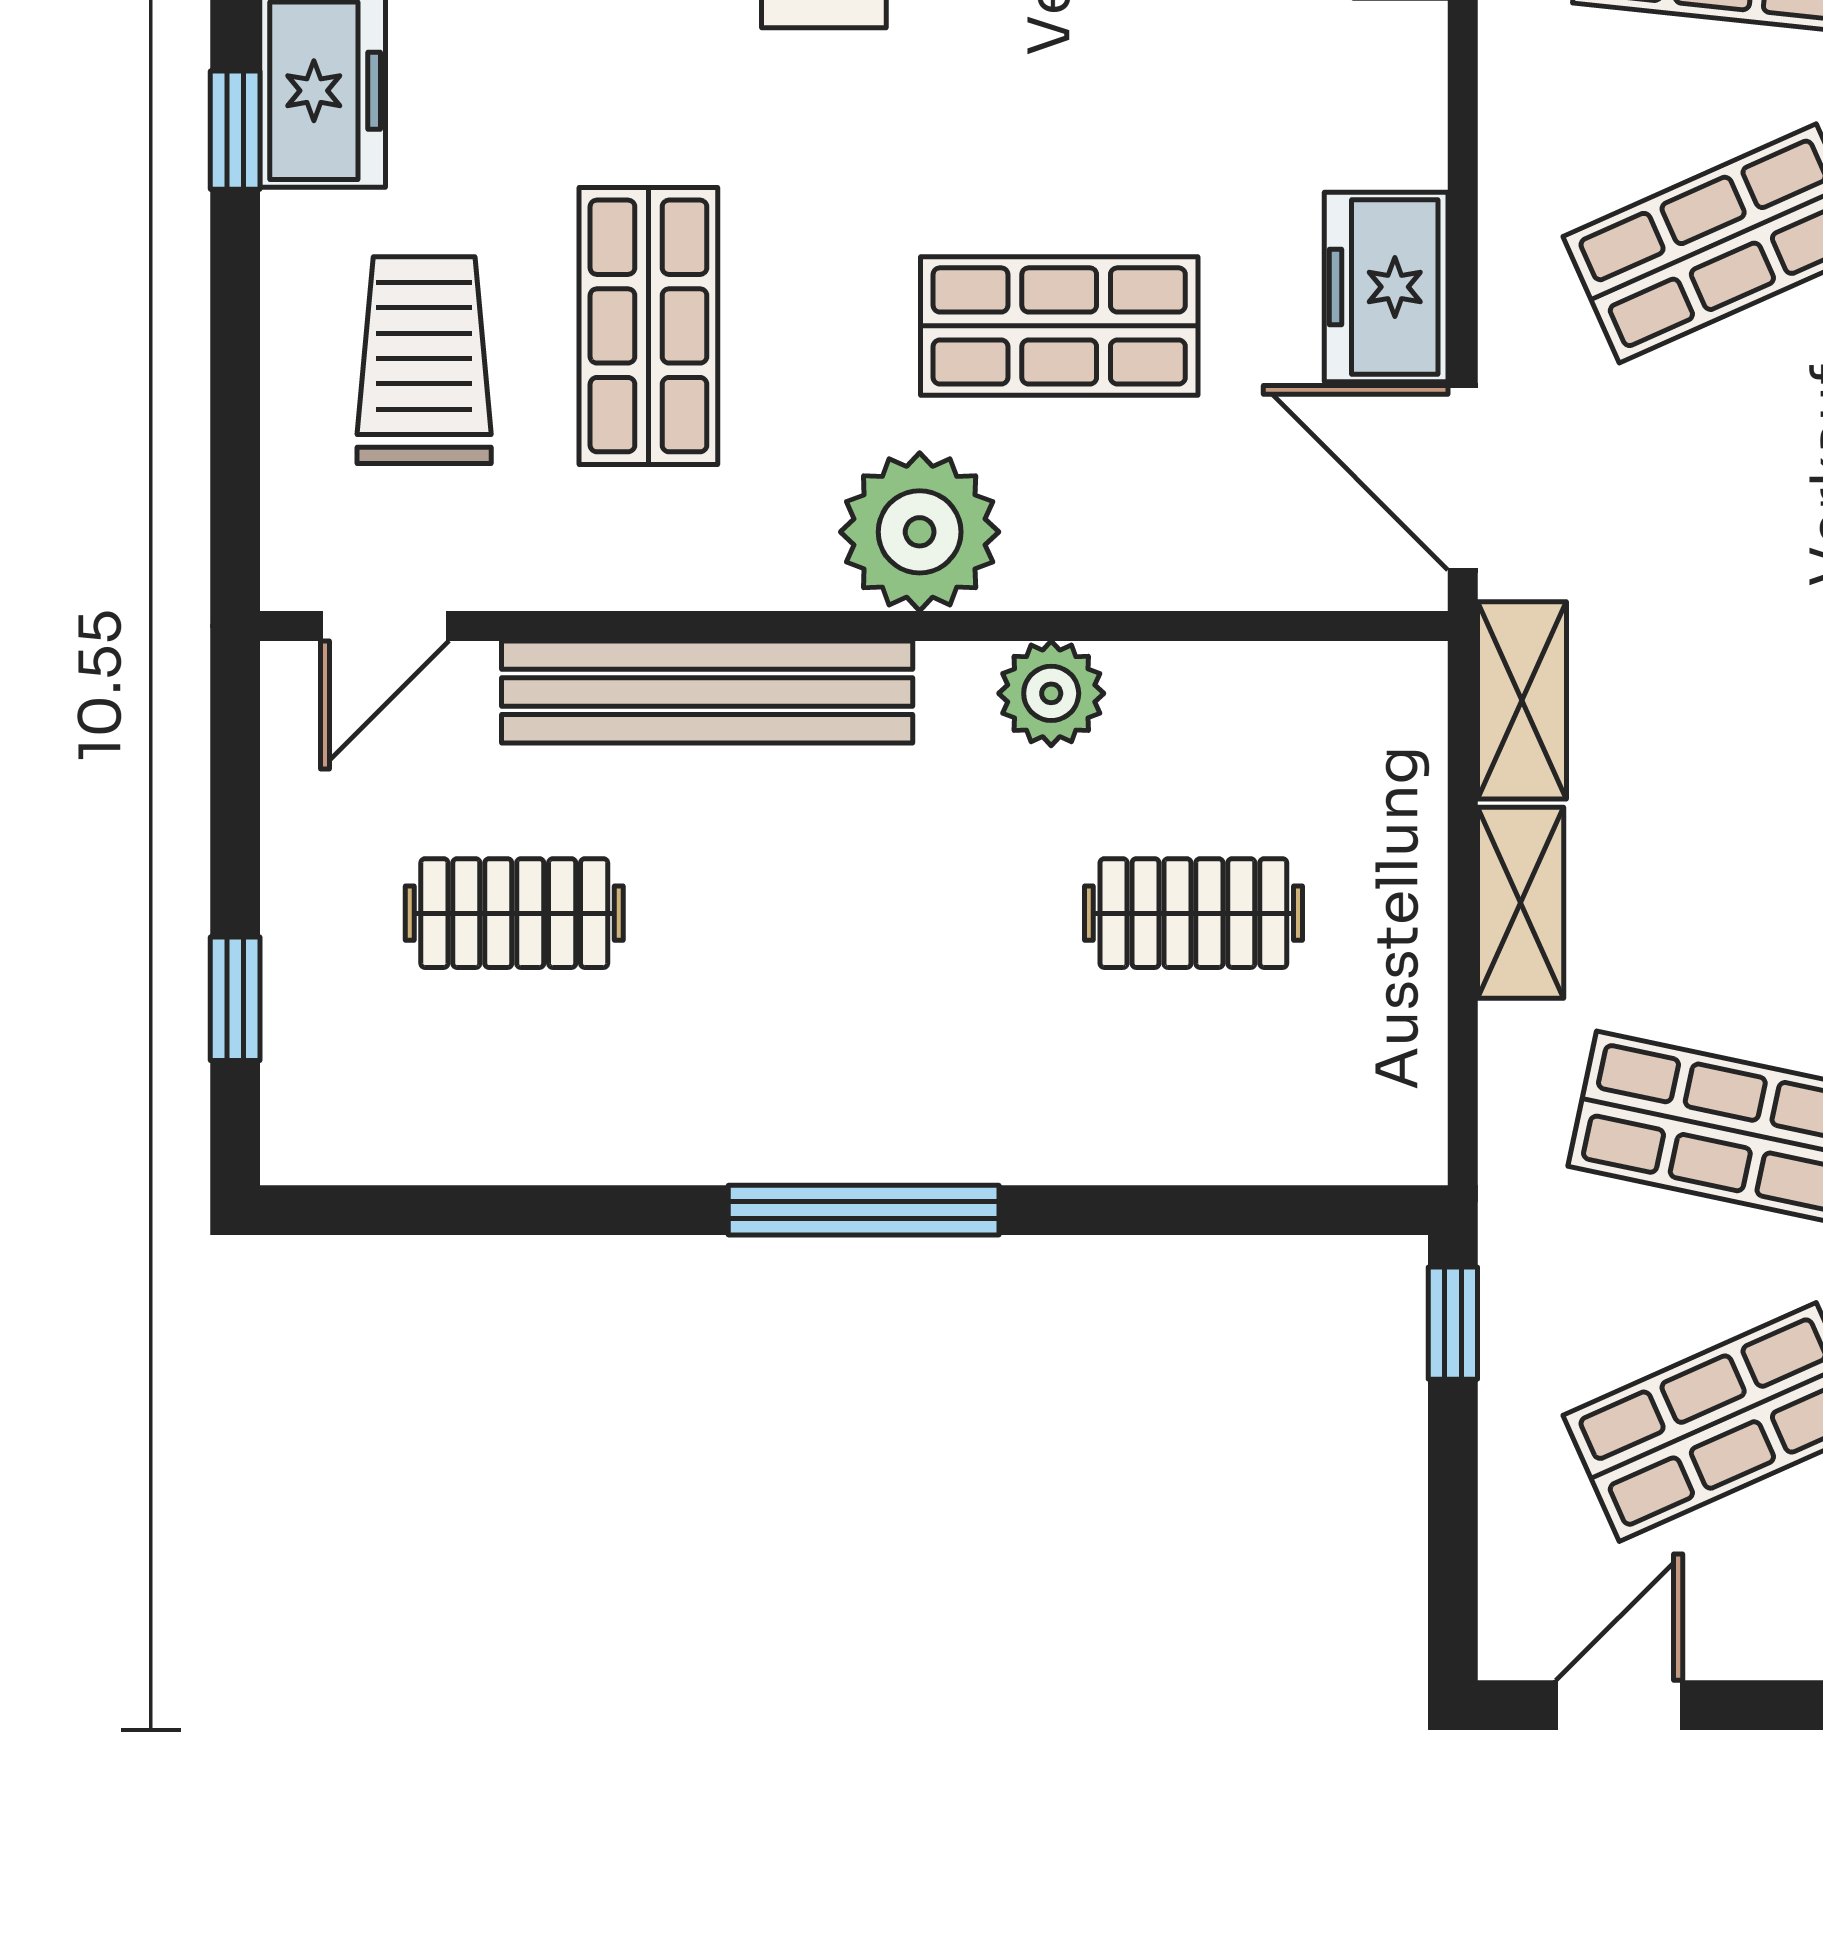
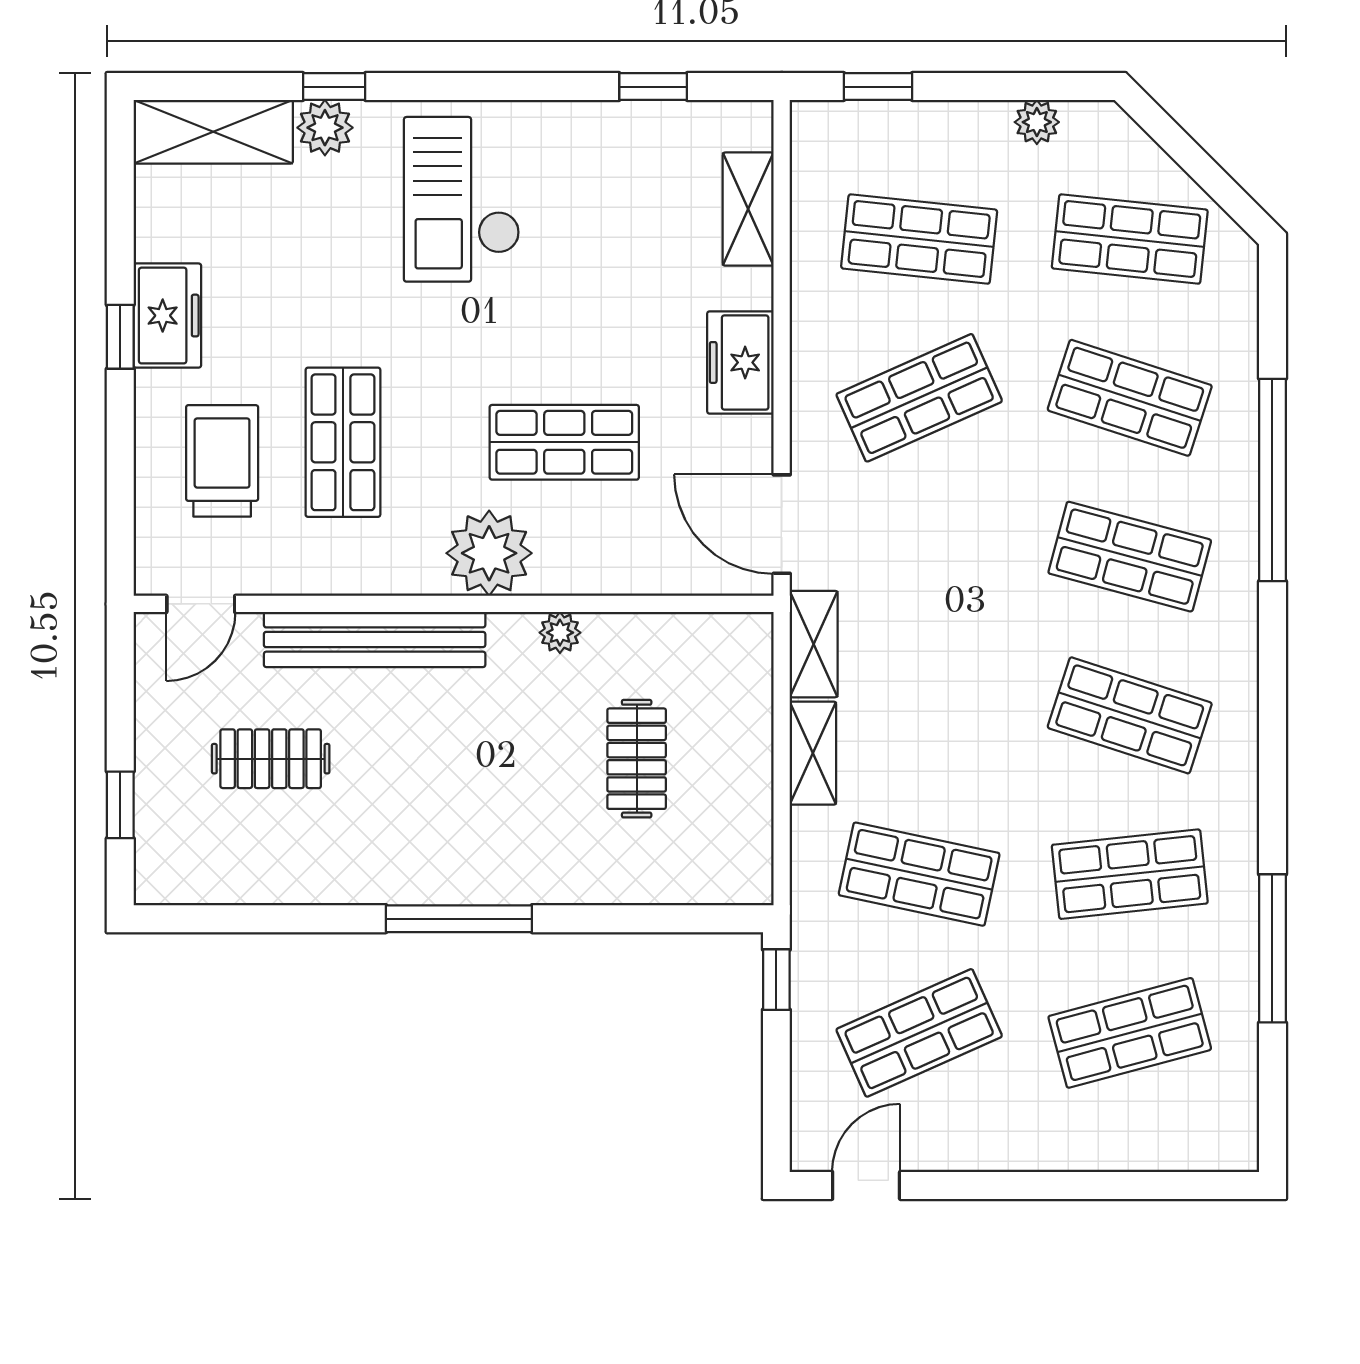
freezer: (1386, 287) -> (740, 362), moved
plant: (1051, 693) -> (560, 633), width x0.73, depth x0.73
clothes rail: (1193, 913) -> (637, 759), turned 90

